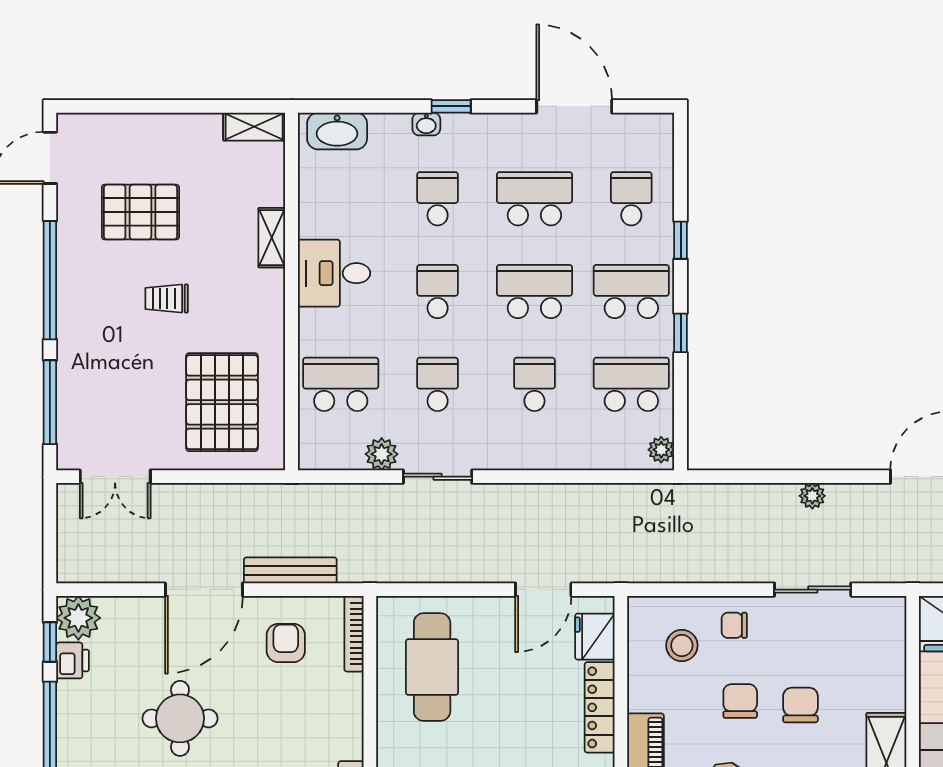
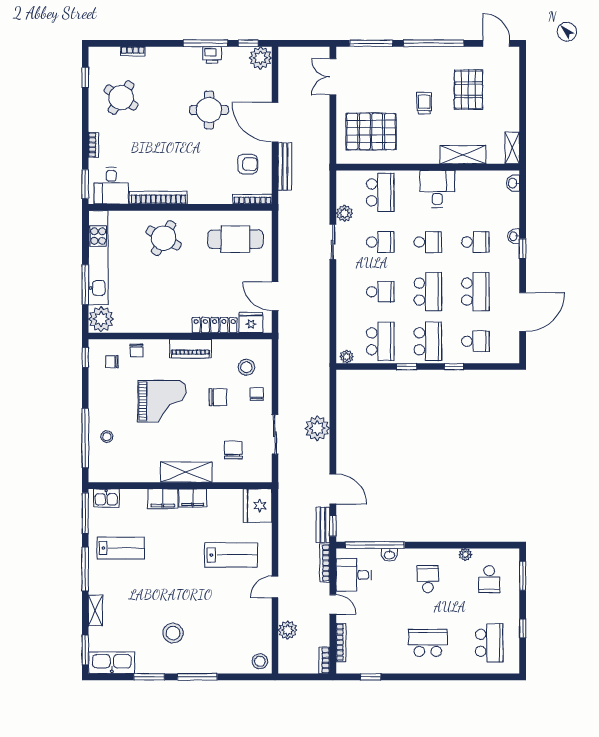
washbasin: (337, 131) -> (513, 183), width x0.52, depth x0.69
shelving: (272, 238) -> (463, 155), width x1.50, depth x1.33
plant: (812, 496) -> (317, 428), width x1.88, depth x1.88
printer: (73, 660) -> (212, 55), moved
chair: (800, 705) -> (233, 450), moved, turned -90

